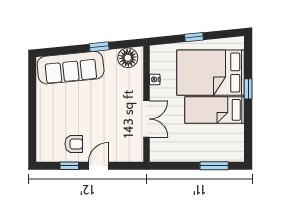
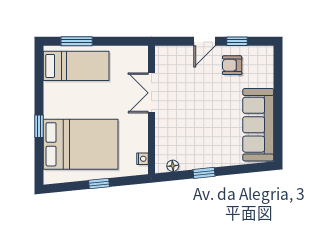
floor lamp: (128, 58) -> (173, 166), width x0.53, depth x0.53
sofa: (71, 68) -> (258, 125), moved, turned -84
nightstand: (155, 79) -> (142, 159), moved
bed: (215, 110) -> (76, 66), moved

